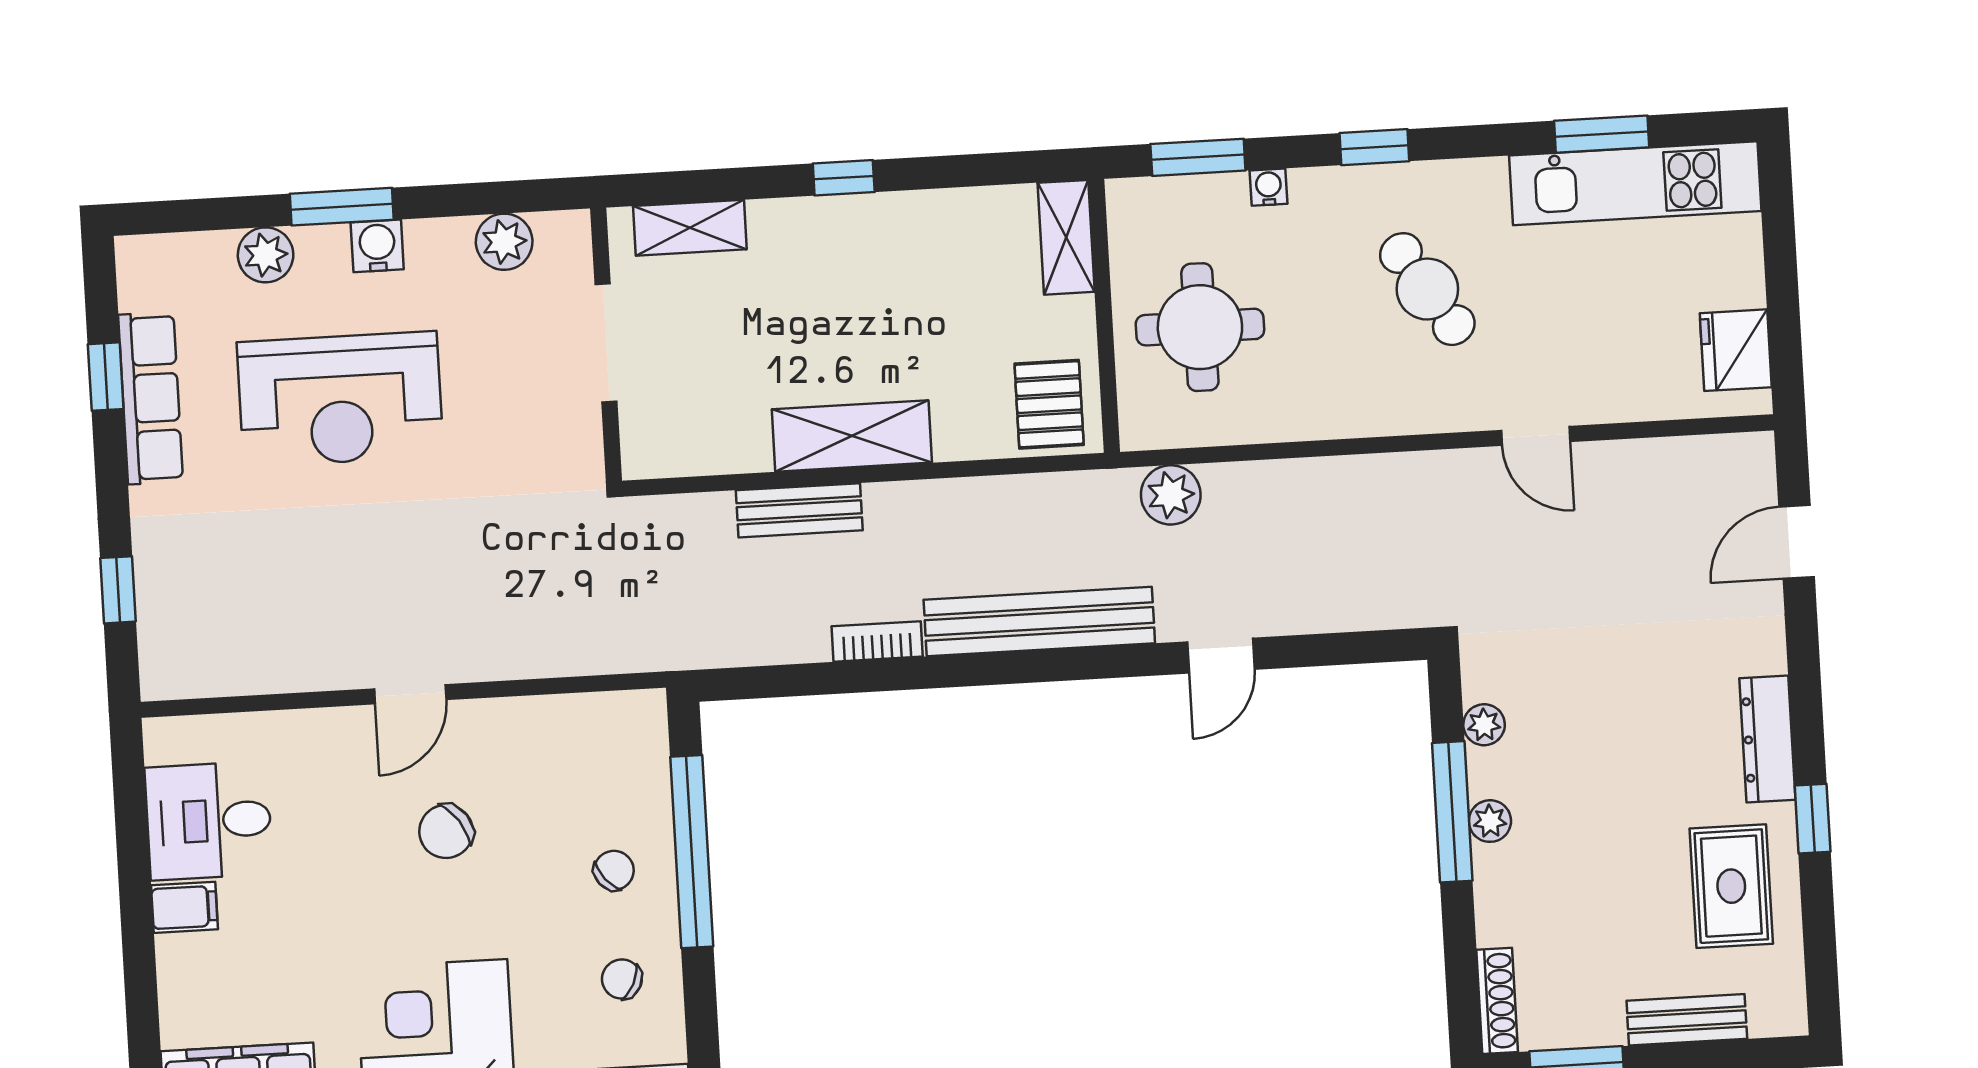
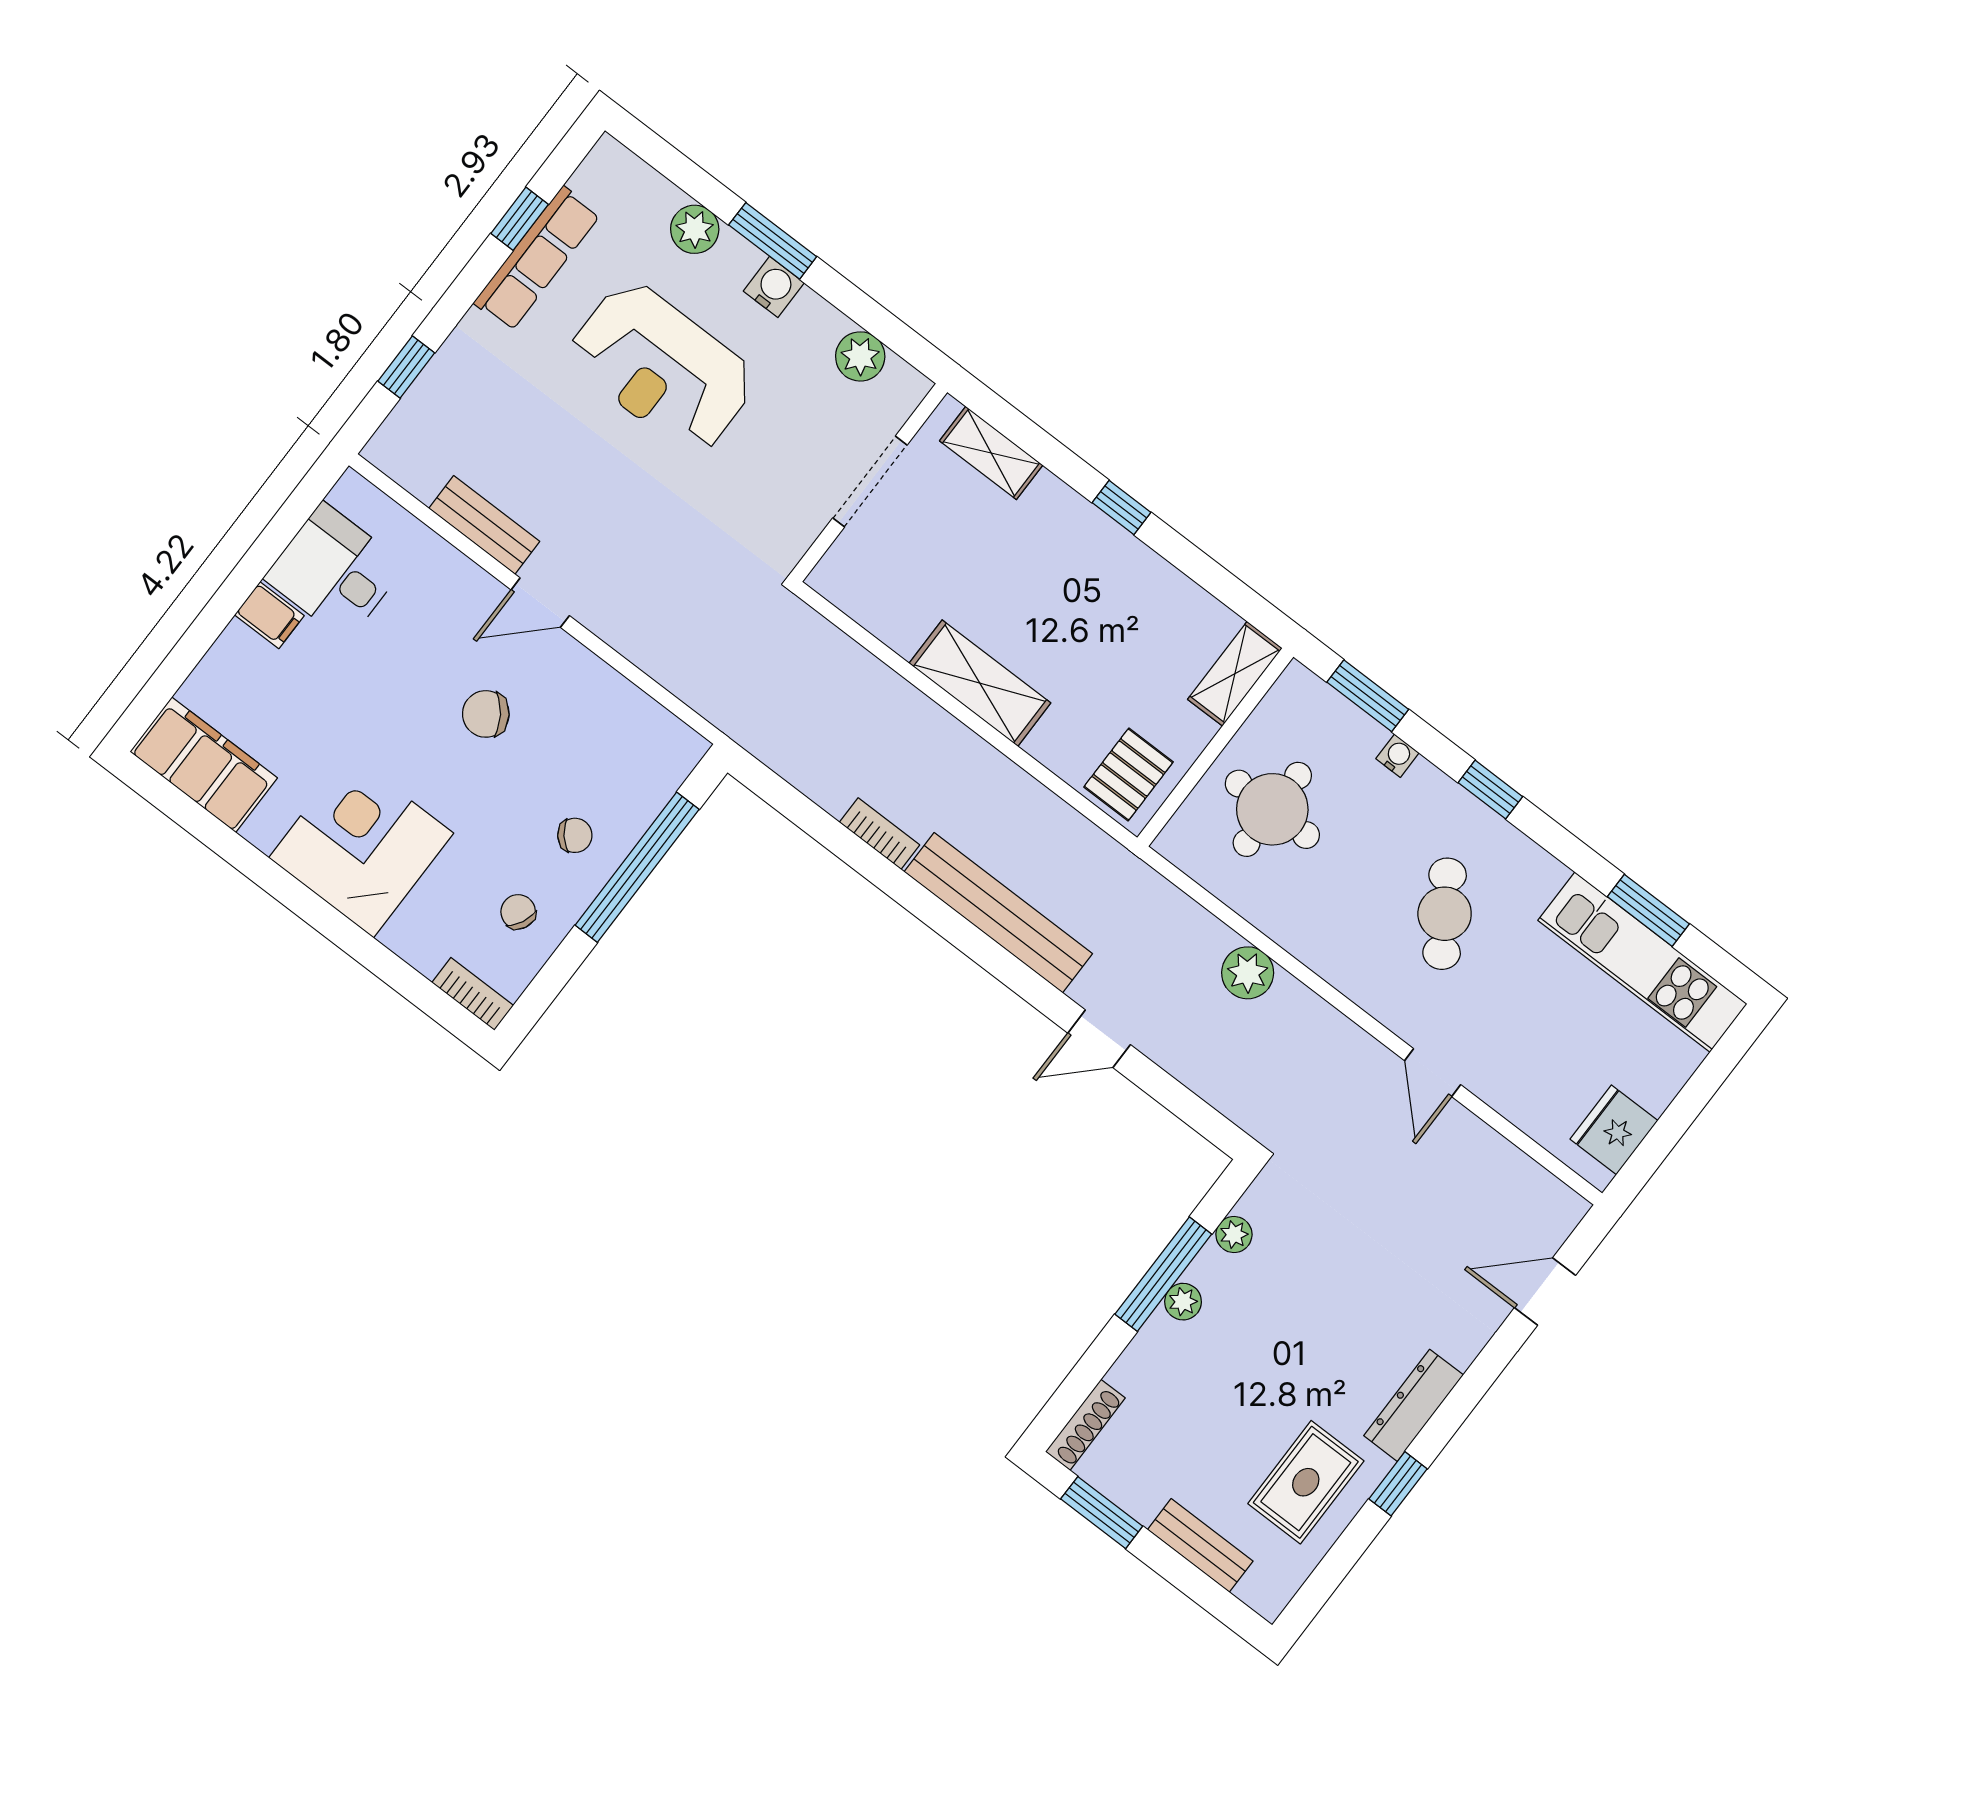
plant: (1171, 495) -> (1248, 973), moved
bench: (799, 510) -> (484, 525), moved

